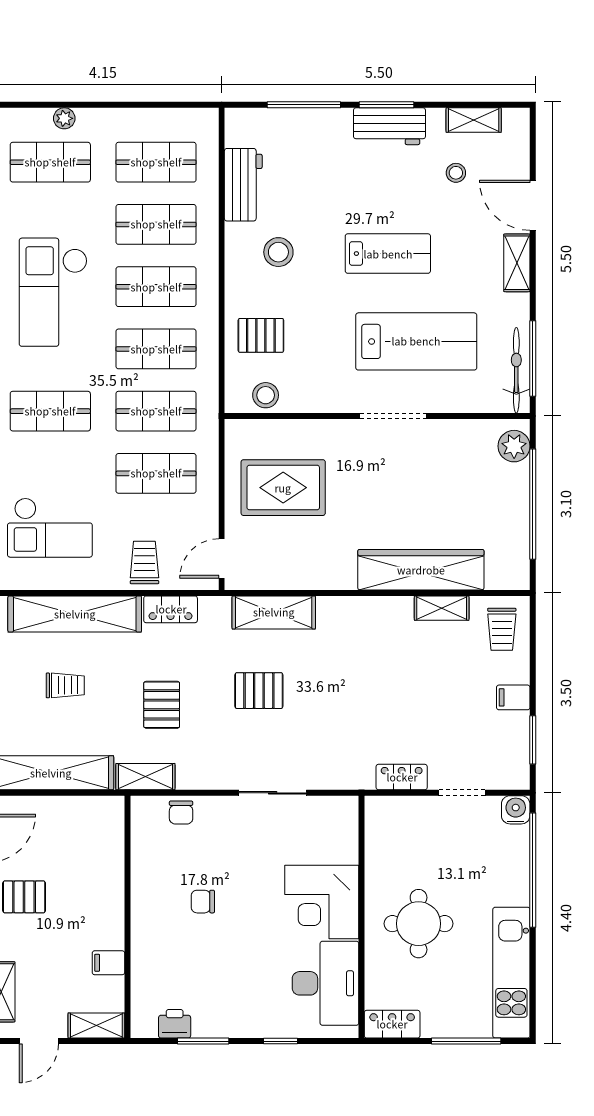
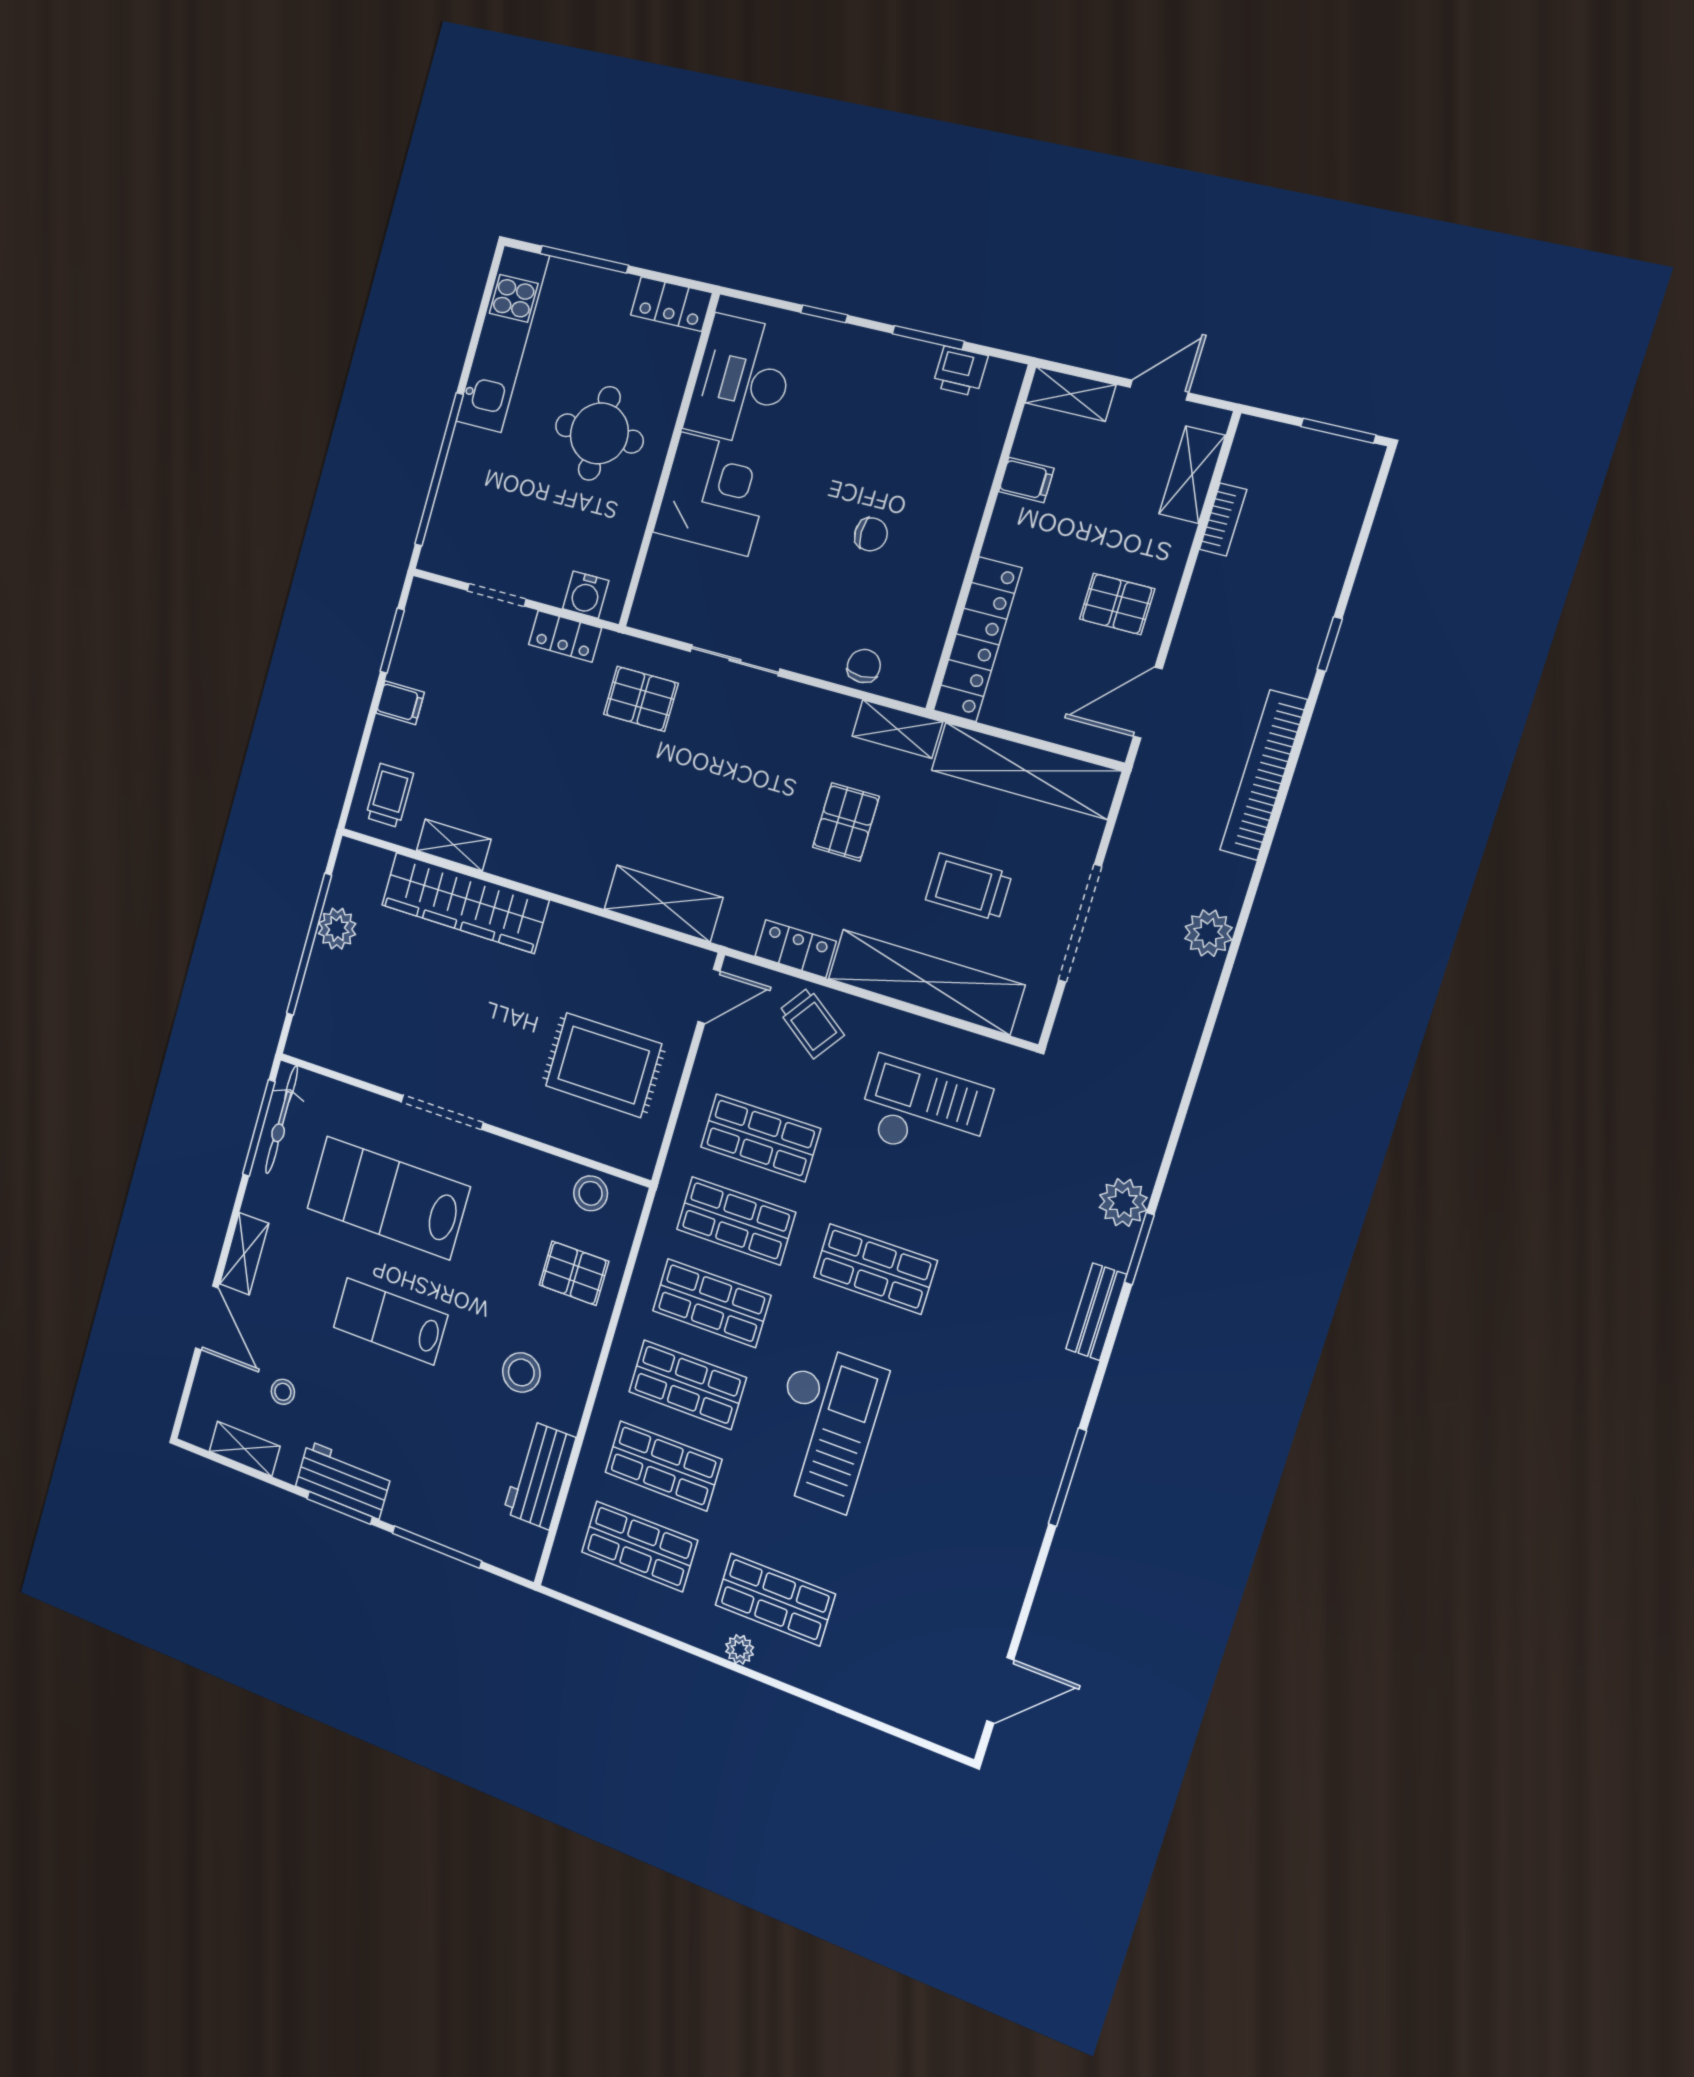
plant: (514, 446) -> (337, 929), moved
trolley: (144, 562) -> (811, 1023), turned -54
trolley: (65, 685) -> (969, 887), width x1.36, depth x1.39
pallet: (259, 691) -> (641, 699), moved
water cooler: (516, 810) -> (586, 595), moved
locker: (109, 850) -> (977, 639), added

